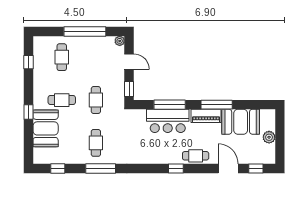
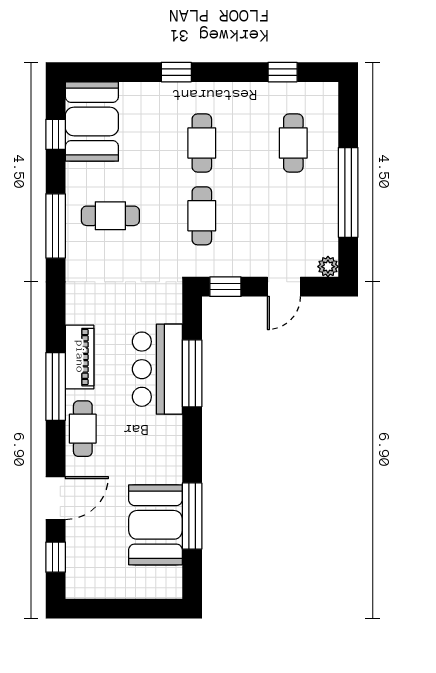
cafe table: (62, 57) -> (293, 143), turned 90
cafe table: (96, 100) -> (202, 216), turned 90
window: (217, 105) -> (192, 516), moved
piano: (206, 116) -> (80, 357), moved, turned 180
booth: (46, 128) -> (92, 122), moved, turned 90
plant: (269, 137) -> (122, 585), removed
window: (176, 169) -> (56, 387), width x2.17

